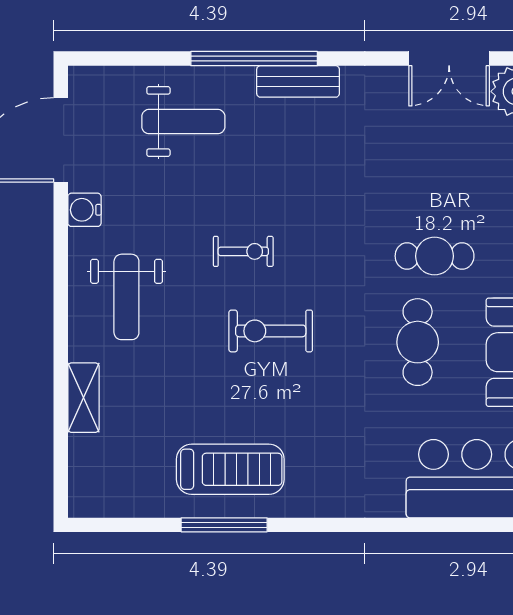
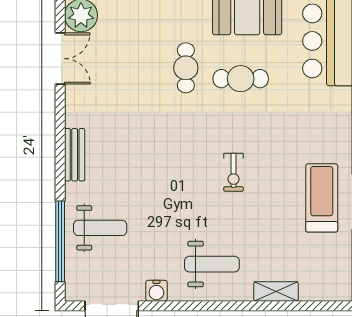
window: (254, 59) -> (60, 241), moved
weight bench: (183, 122) -> (100, 228), turned 90
exercise bike: (243, 251) -> (183, 190), removed
exercise bike: (271, 331) -> (234, 172), width x0.73, depth x0.72

